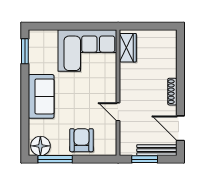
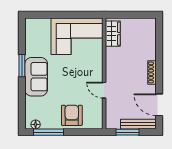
window: (25, 51) -> (22, 66), moved
floor lamp: (40, 146) -> (36, 124), width x0.53, depth x0.53

